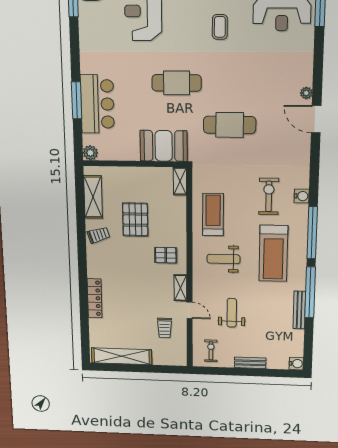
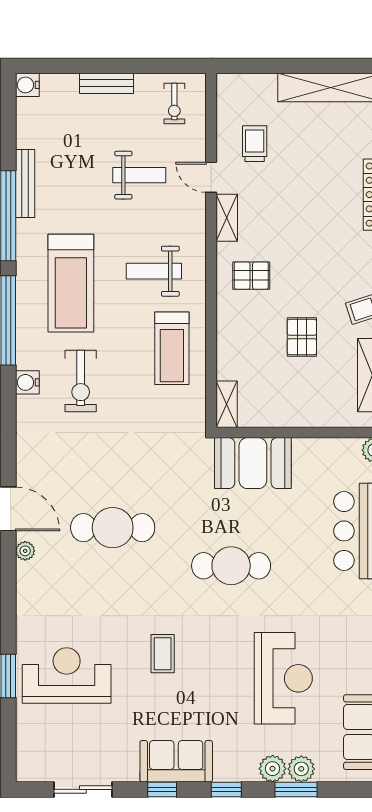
cafe table: (230, 125) -> (113, 528), moved
pallet: (135, 220) -> (302, 337), width x0.67, depth x0.71
treadmill: (273, 253) -> (71, 283), turned 180
weight bench: (224, 259) -> (154, 271), turned 180
weight bench: (232, 313) -> (139, 175), turned -90

